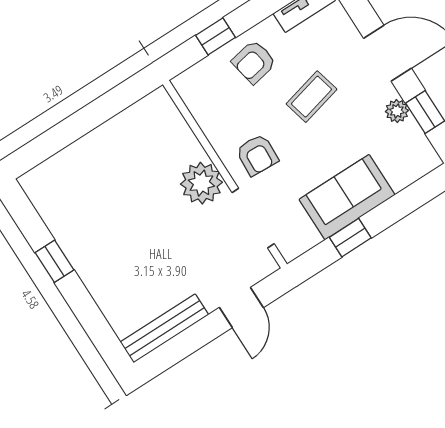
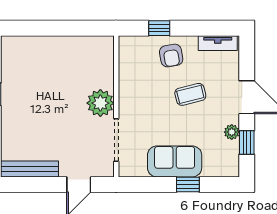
armchair: (254, 62) -> (171, 56), turned -89
armchair: (257, 155) -> (140, 107), removed
window: (350, 238) -> (188, 185), moved

